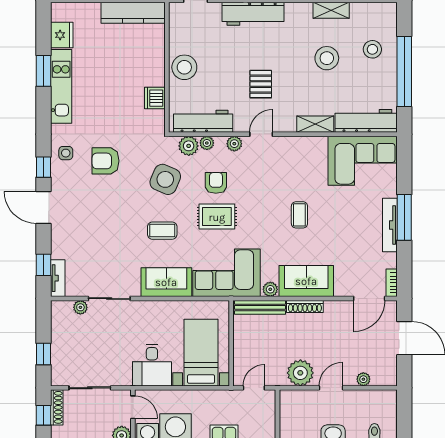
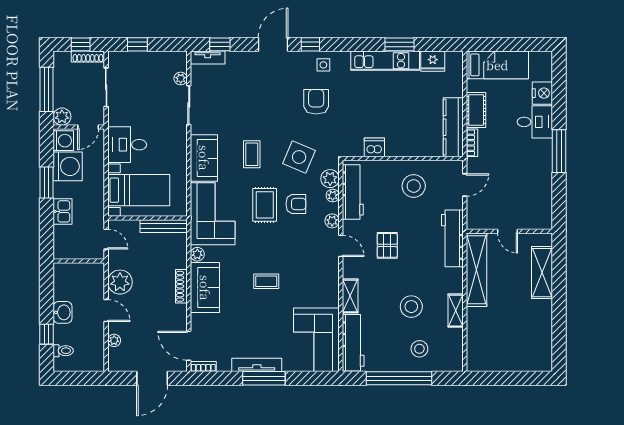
stool: (184, 67) -> (414, 186), moved
pallet: (261, 84) -> (387, 245), turned 90
bench: (260, 307) -> (164, 226), moved, turned 90

